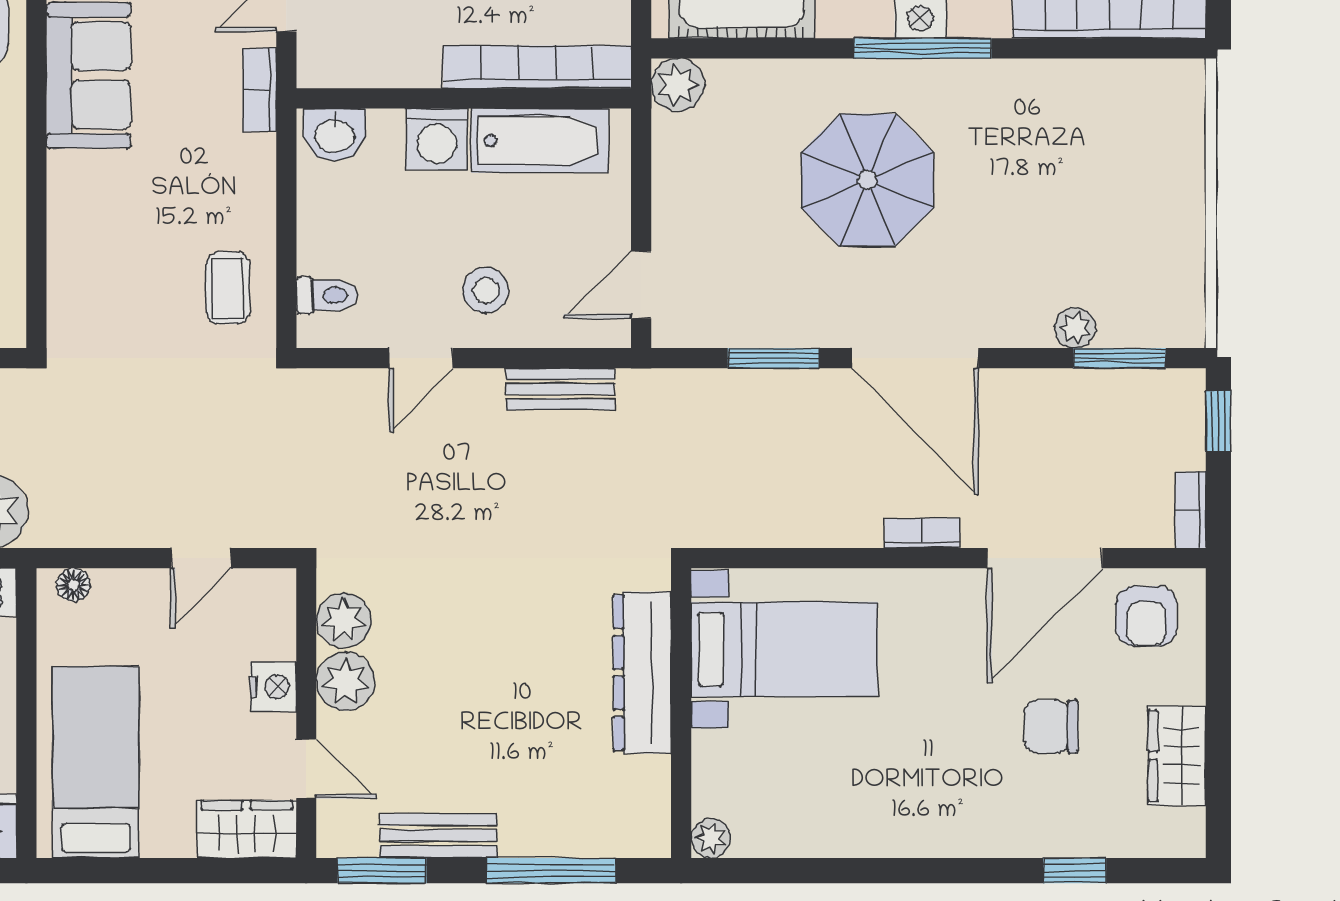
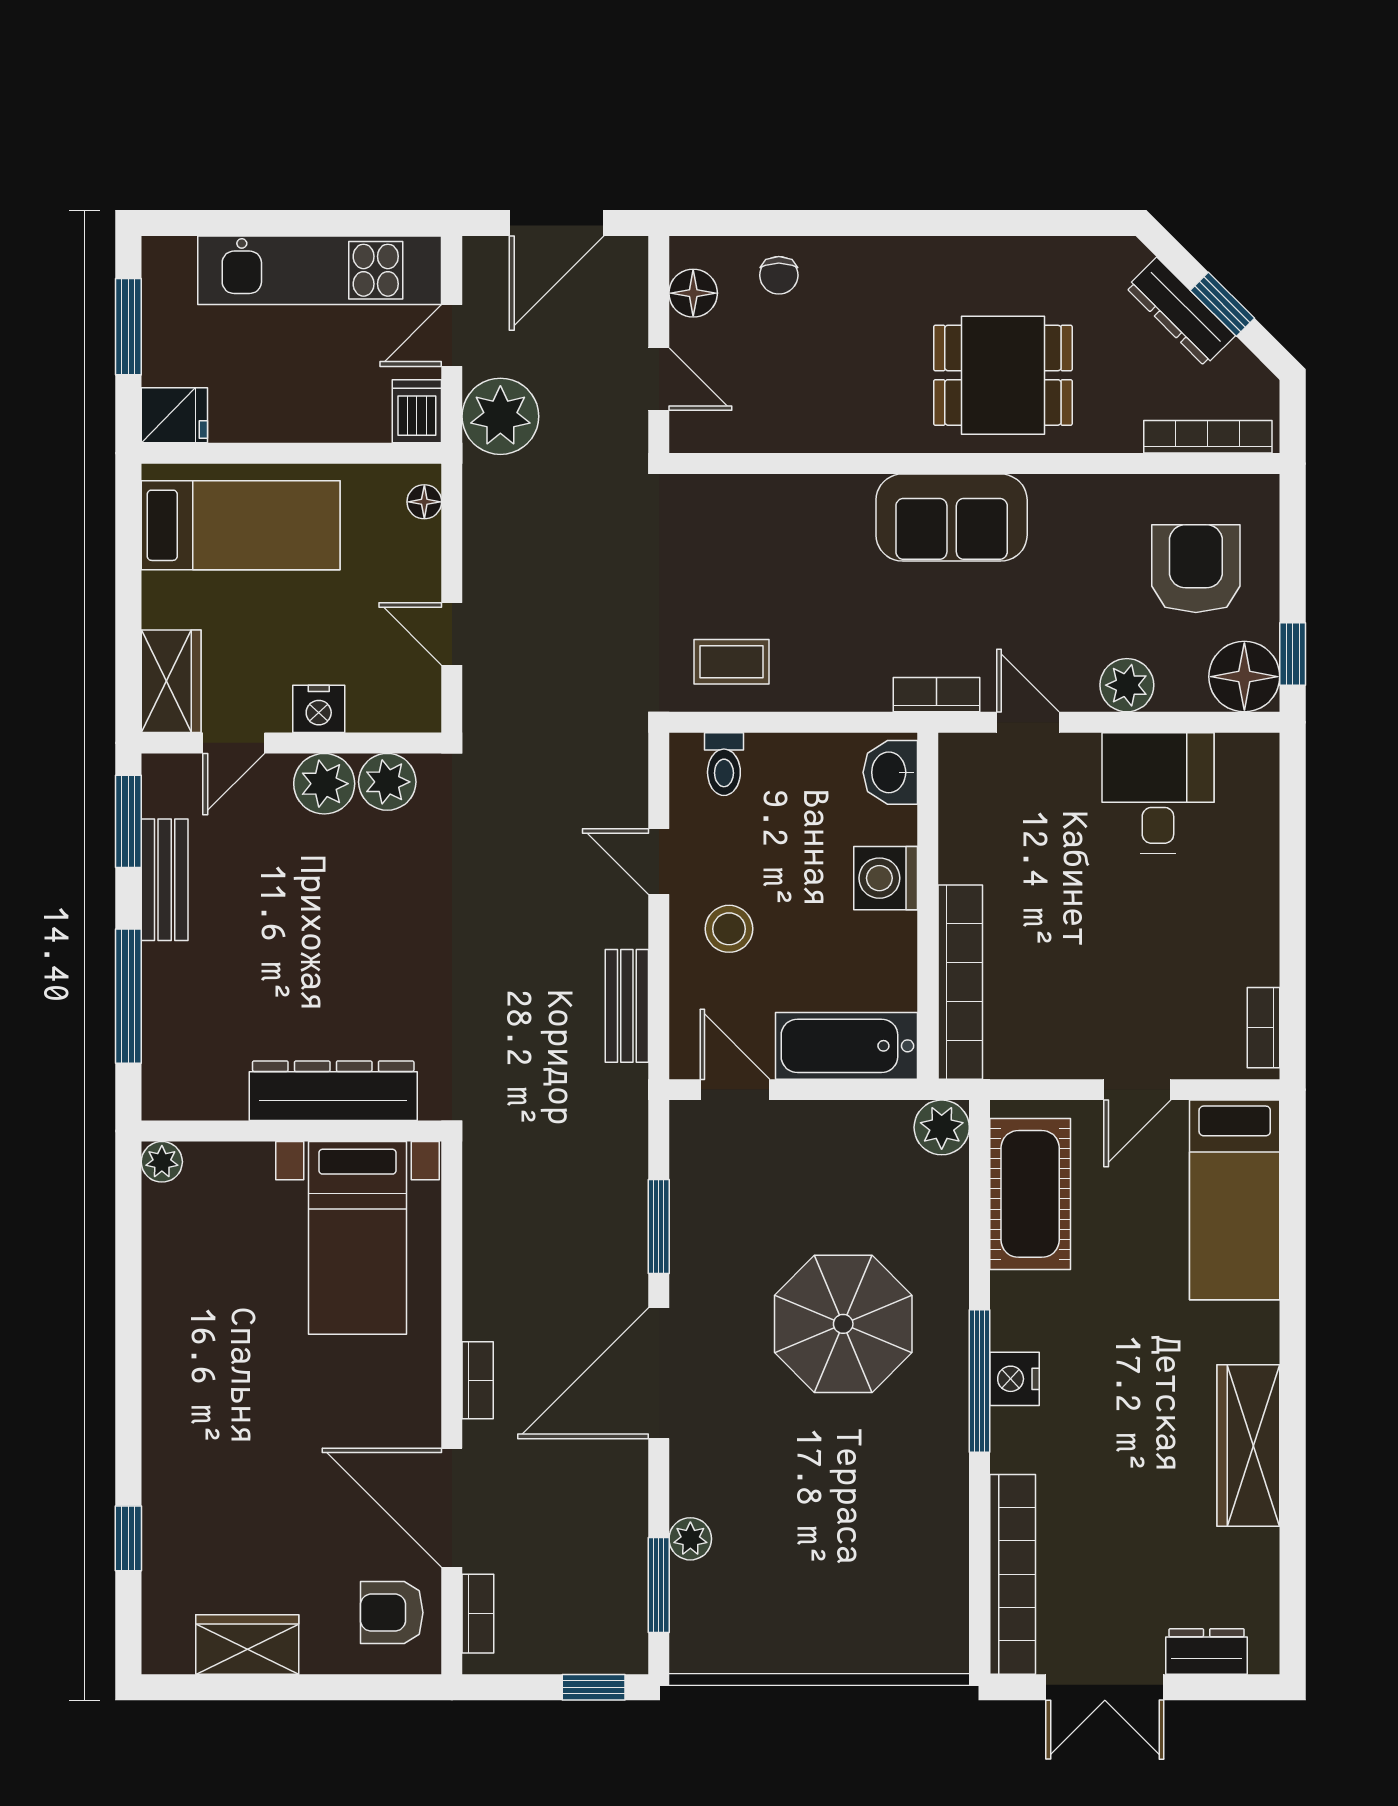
bathtub: (540, 141) -> (847, 1046), moved, turned 90
bookcase: (1191, 510) -> (478, 1614), moved, turned 90
chair: (1051, 727) -> (277, 1514), removed

